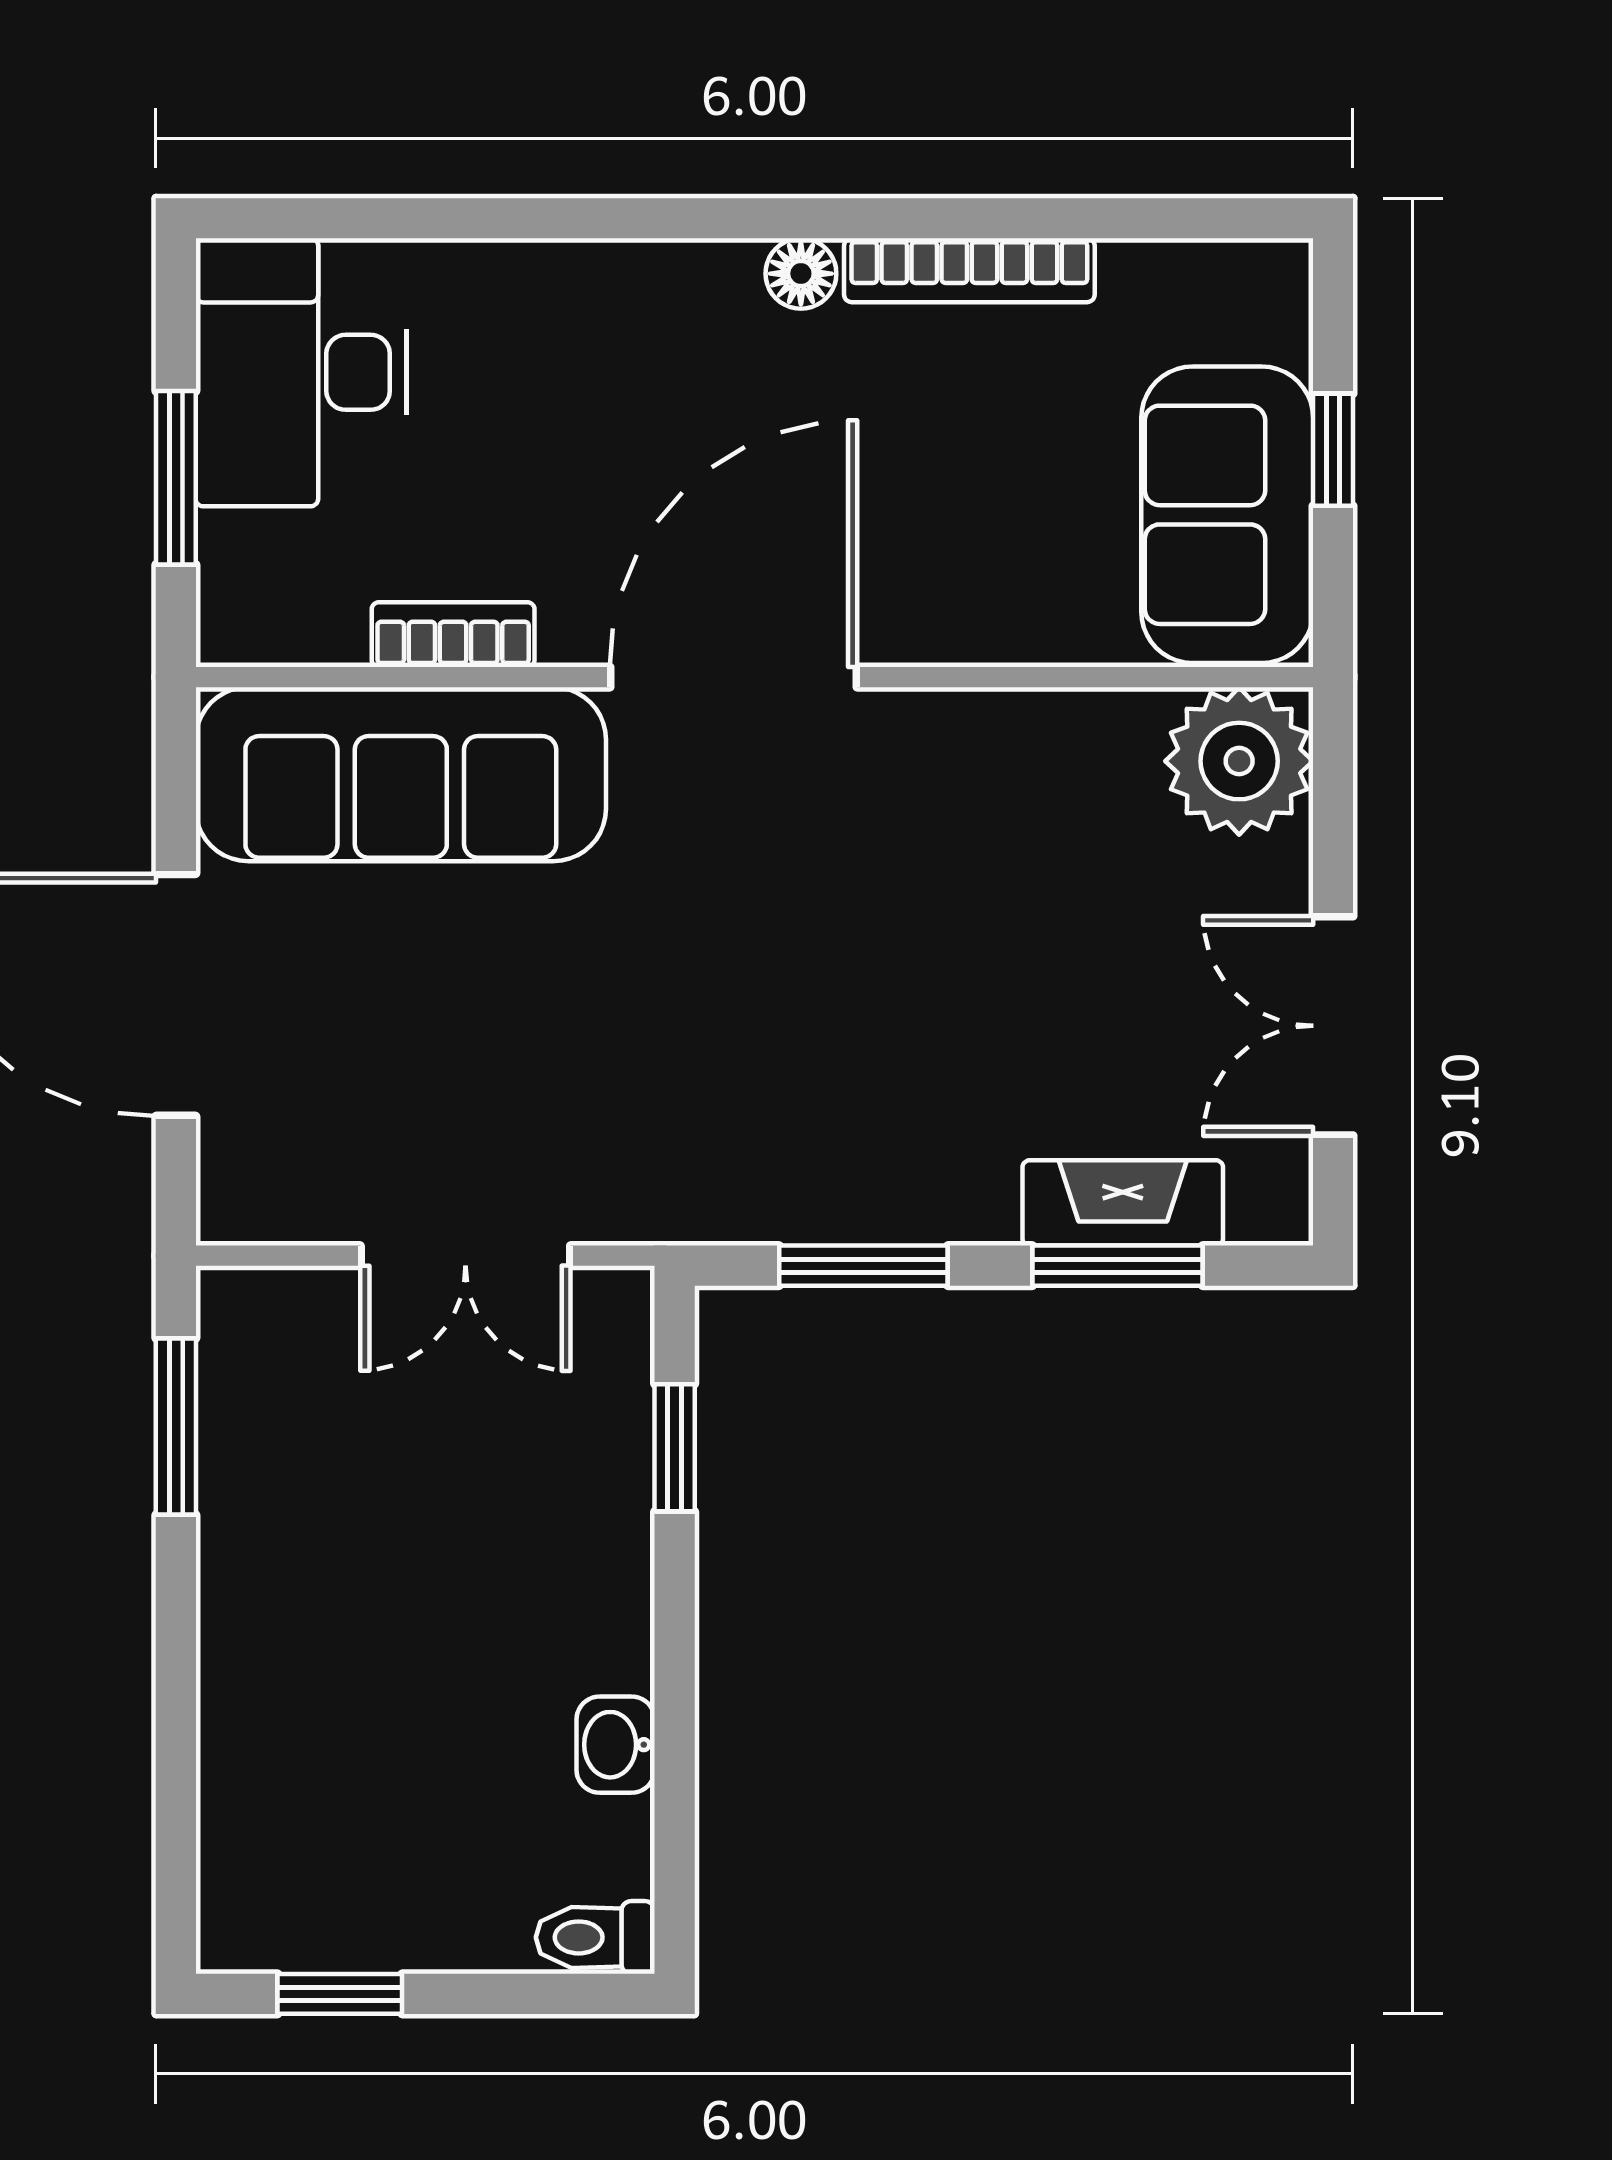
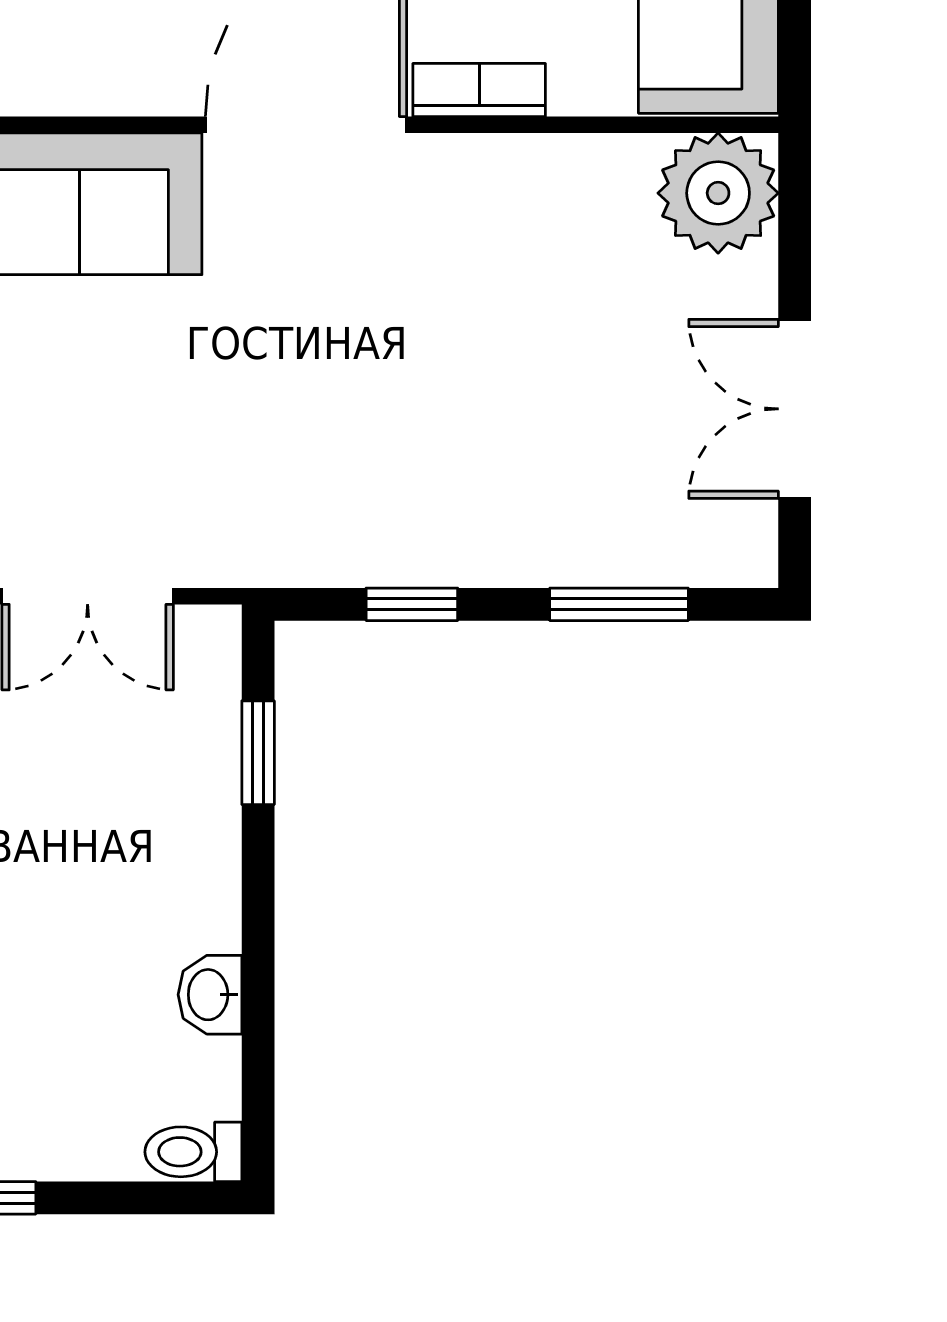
bookcase: (453, 635) -> (479, 90), moved
fireplace: (1123, 1203) -> (623, 553), removed
window: (863, 1266) -> (412, 604), width x0.67

